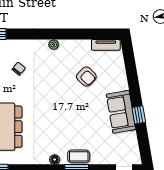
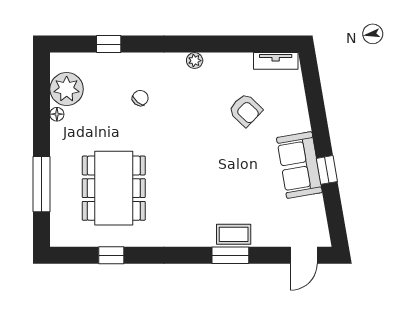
floor lamp: (55, 160) -> (196, 239), removed

